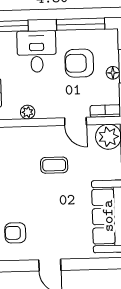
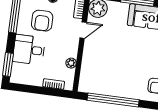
coffee table: (54, 165) -> (112, 50), removed

